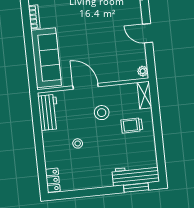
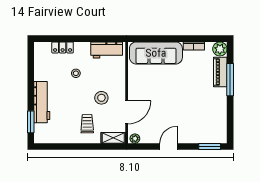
door: (86, 86) -> (127, 112), moved
workbench: (136, 175) -> (42, 102), moved
locker: (53, 180) -> (63, 47), moved

